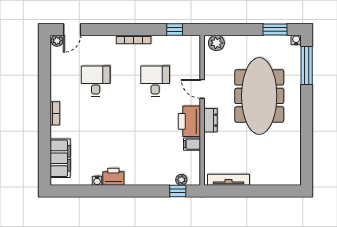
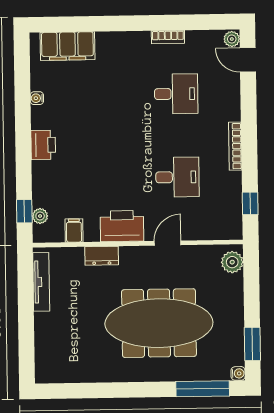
bookcase: (55, 113) -> (168, 37), moved
dresser: (211, 120) -> (102, 256), moved
filing cabinet: (192, 144) -> (74, 231), moved
printer: (113, 177) -> (43, 145), moved

